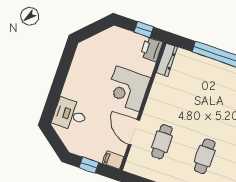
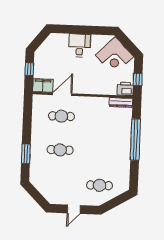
corner desk: (128, 89) -> (115, 56), moved, turned -135
desk: (70, 114) -> (80, 45), moved
filing cabinet: (113, 160) -> (43, 86), width x2.00

